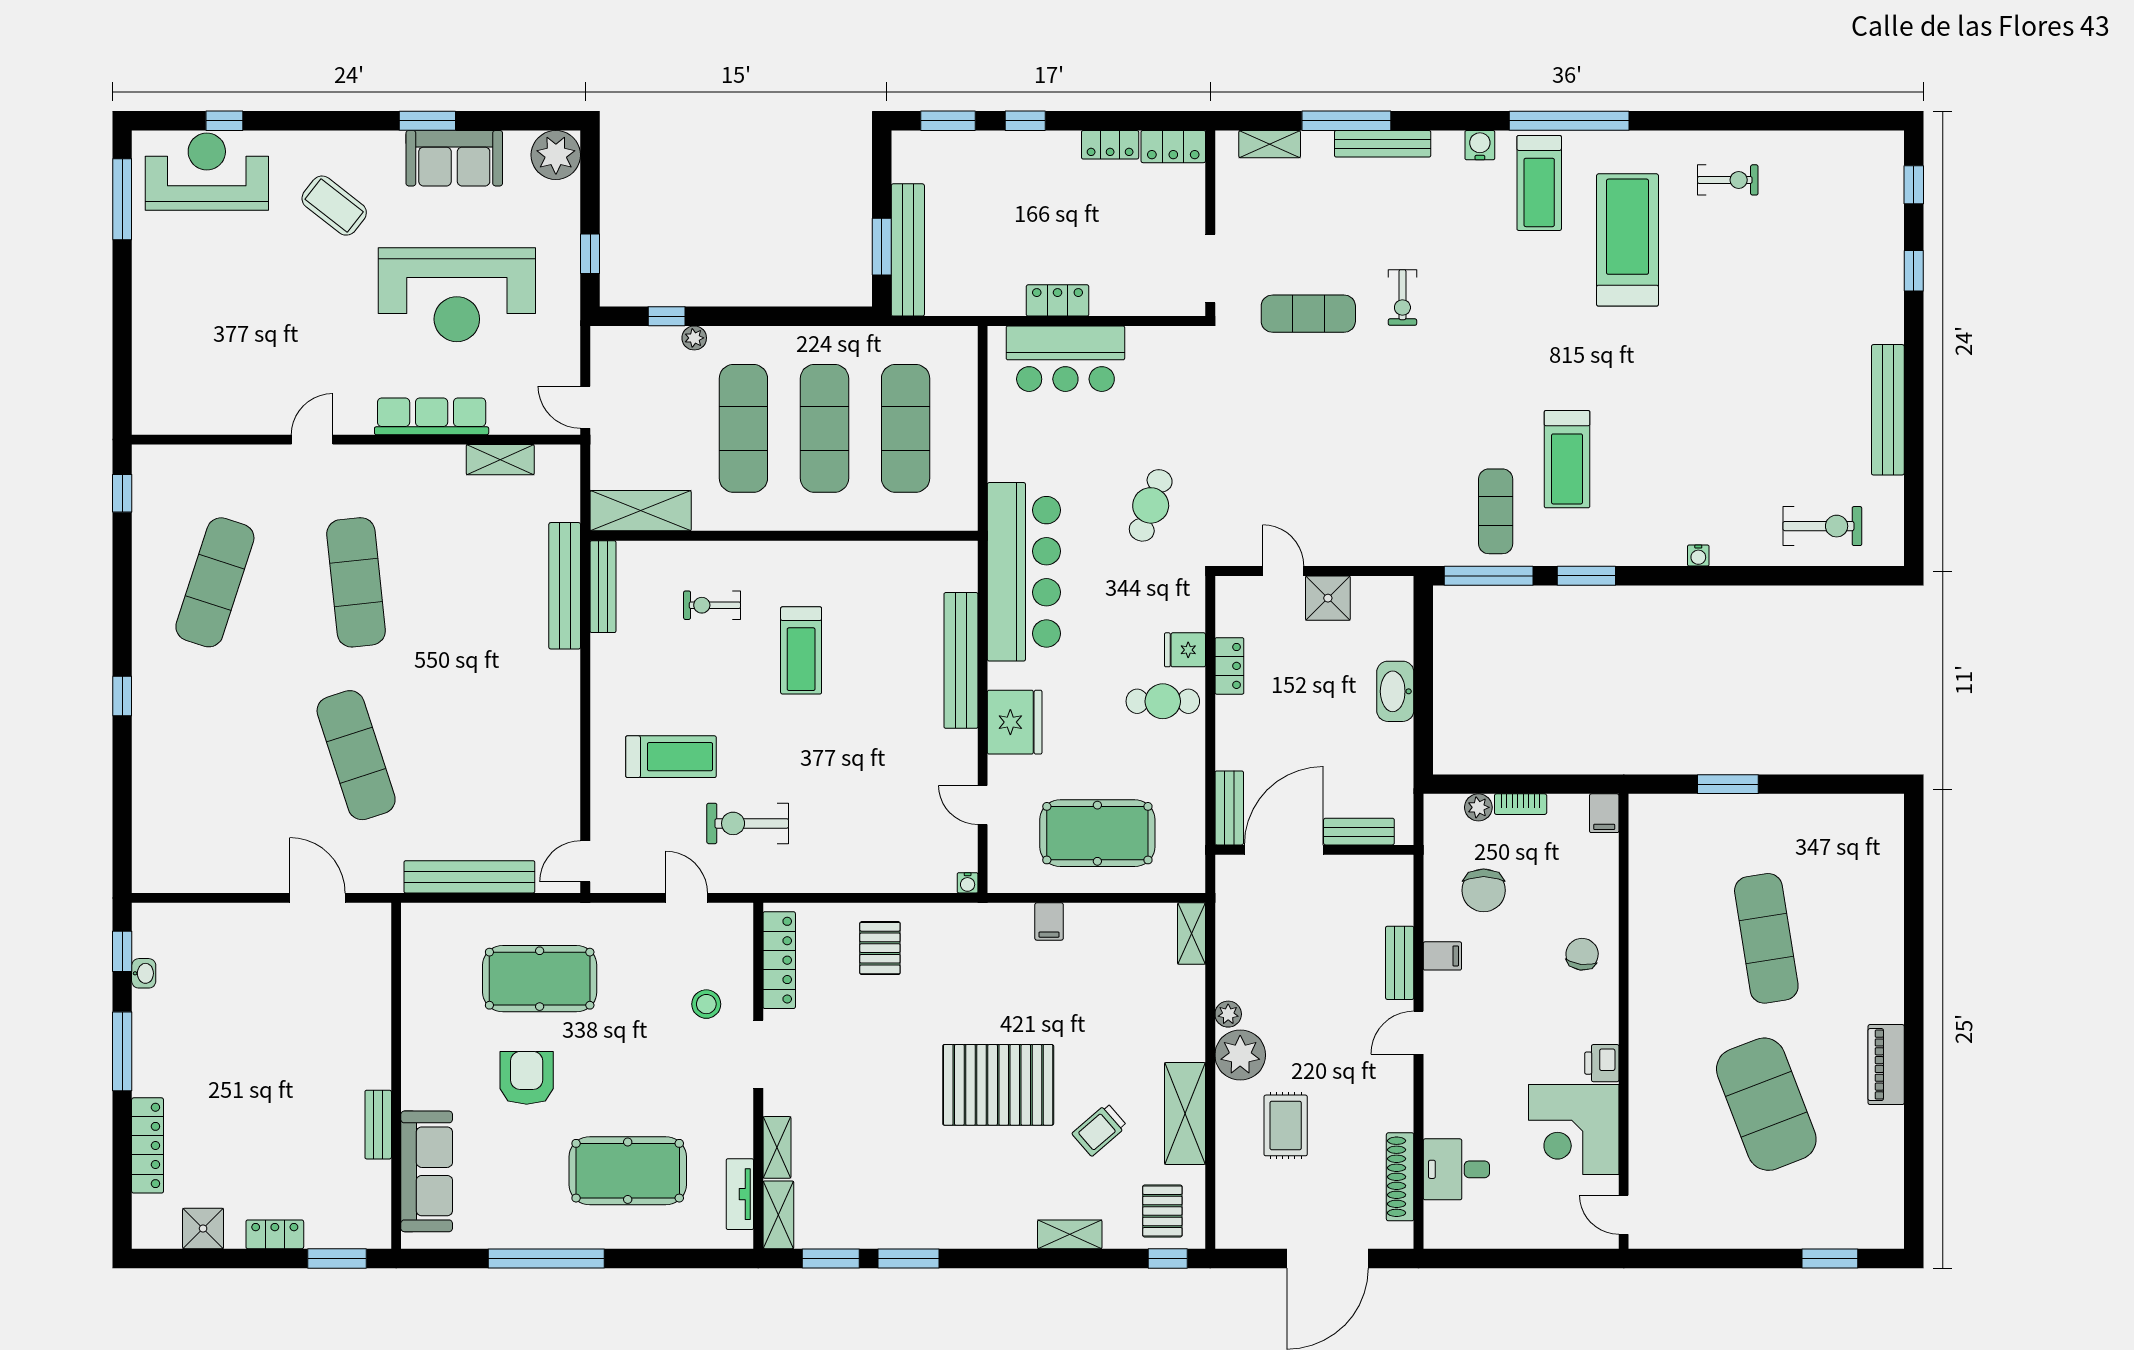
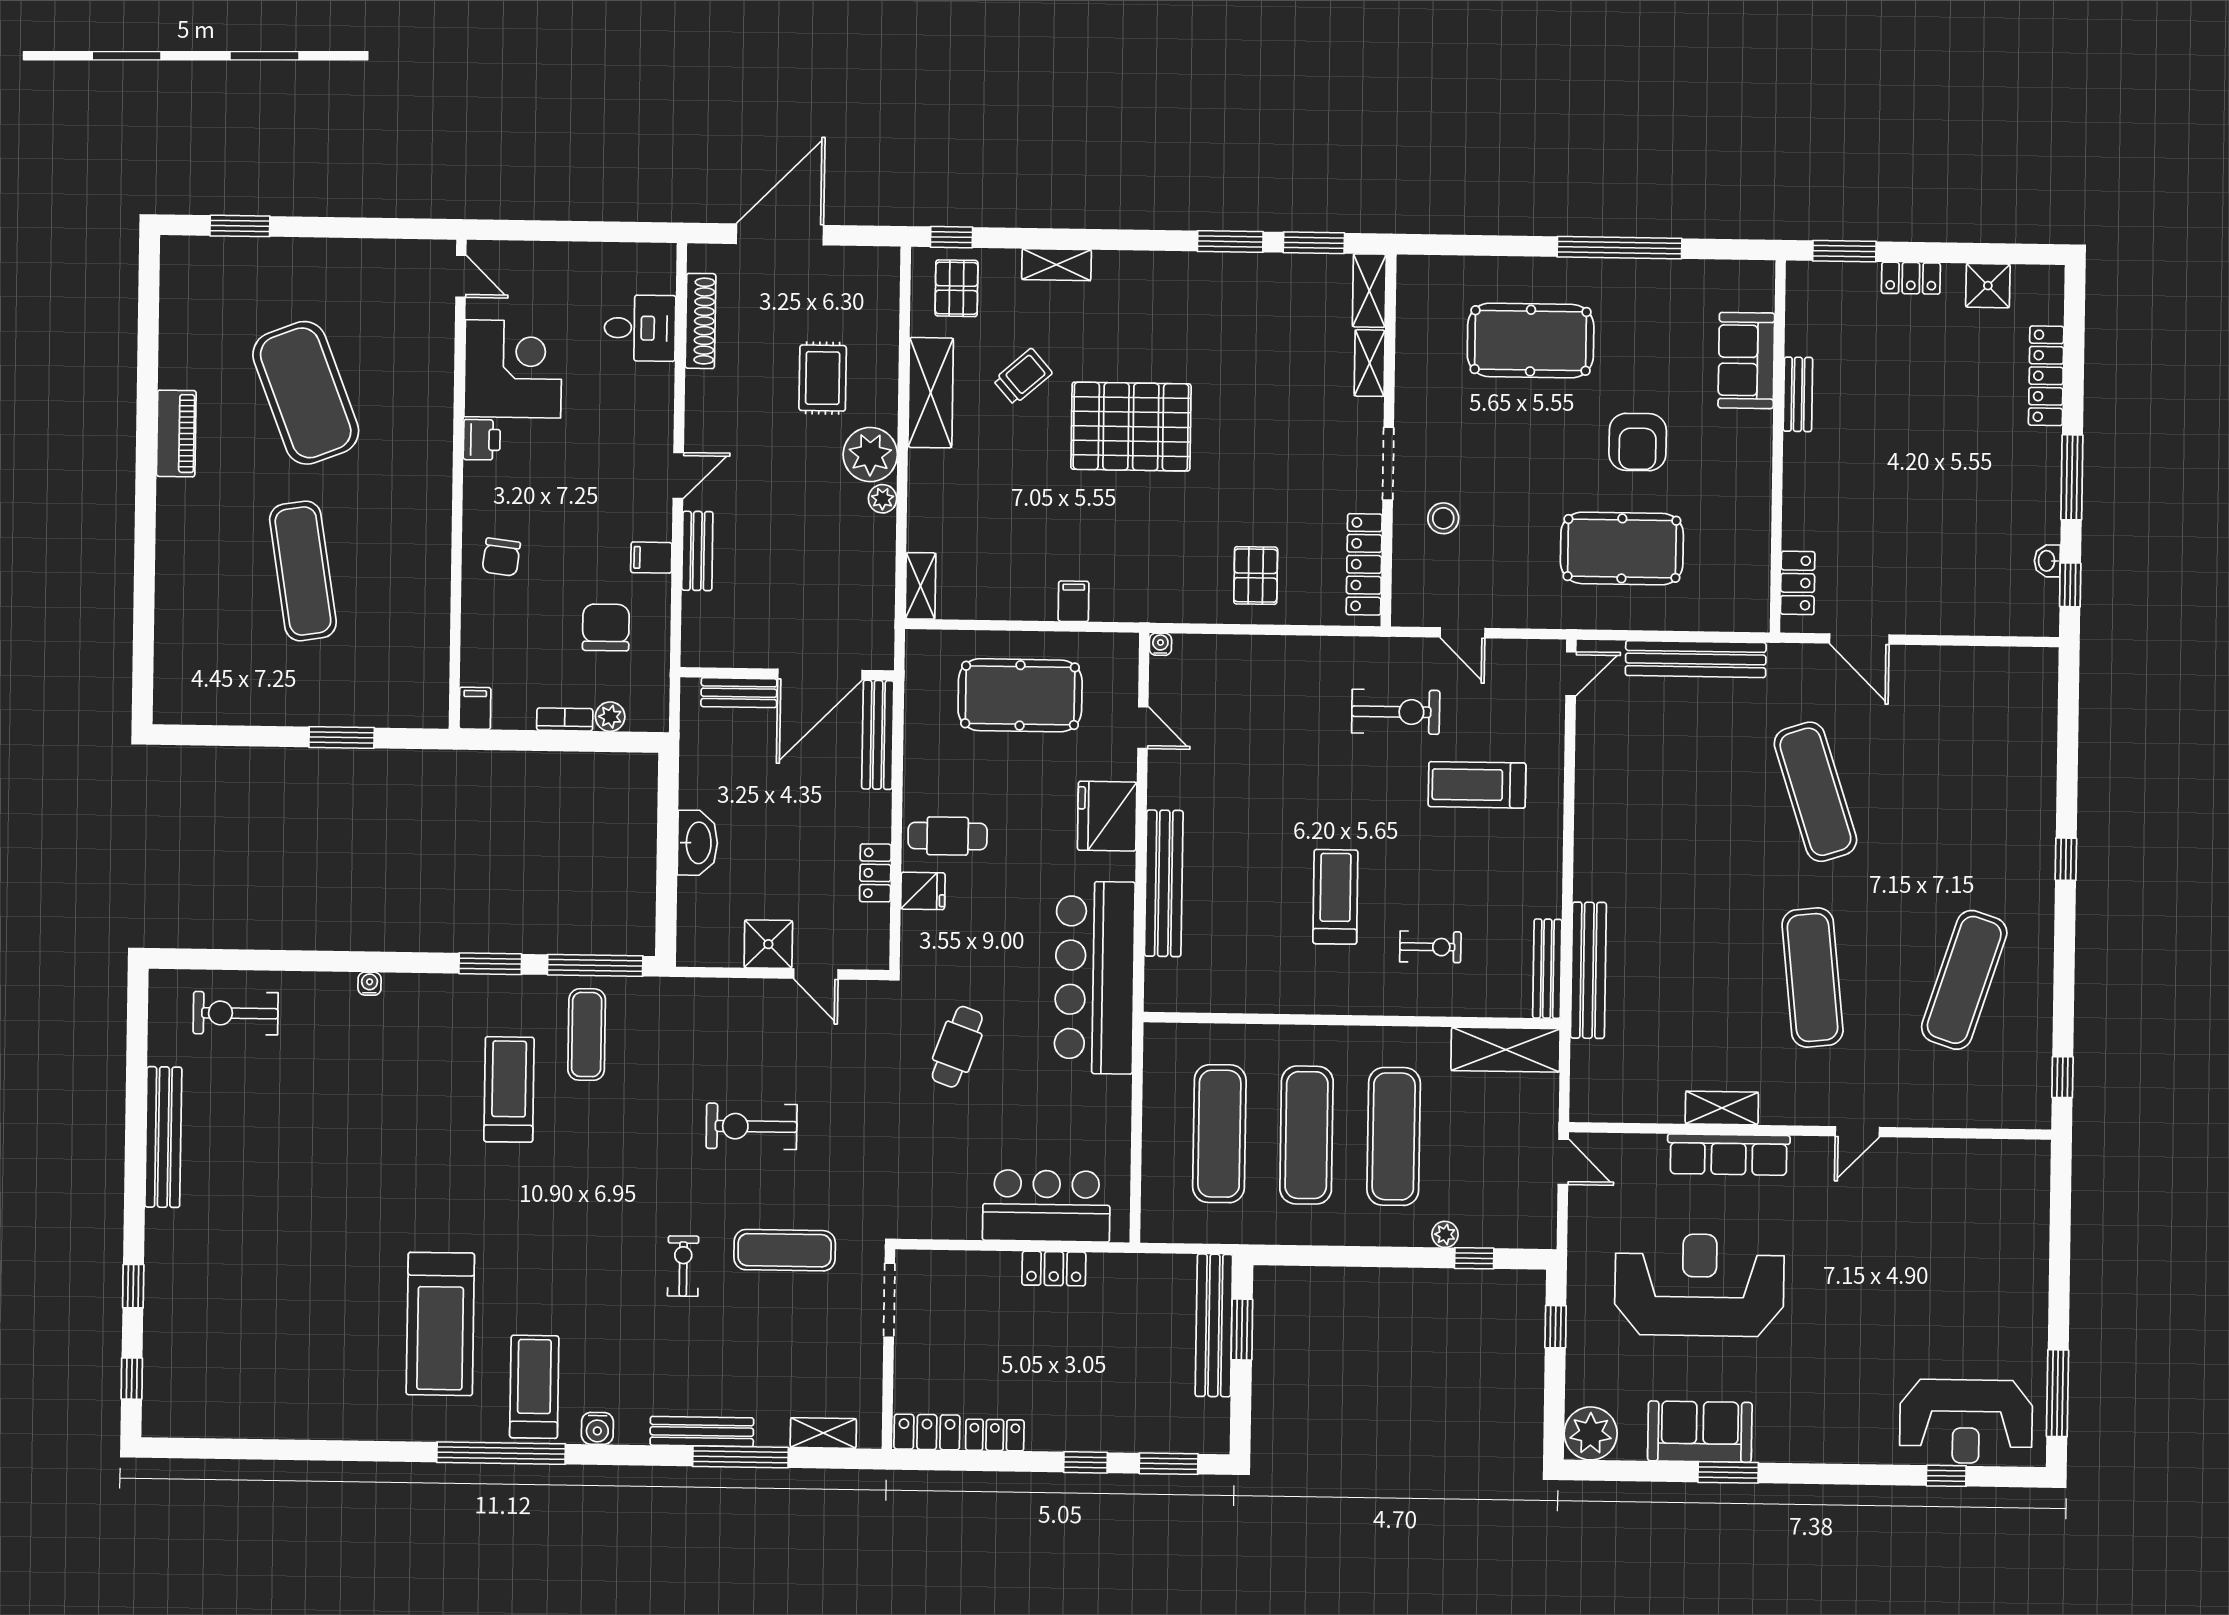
exercise bike: (1728, 180) -> (752, 1126), moved, width x1.38, depth x1.39
coffee table: (334, 206) -> (1830, 1383), removed
shelving: (500, 460) -> (1722, 1108), moved
bench: (1229, 808) -> (878, 735), width x1.36
locker: (376, 949) -> (1798, 583), added
sofa: (427, 1171) -> (1746, 360), width x0.73
tv unit: (740, 1194) -> (1410, 313), removed

